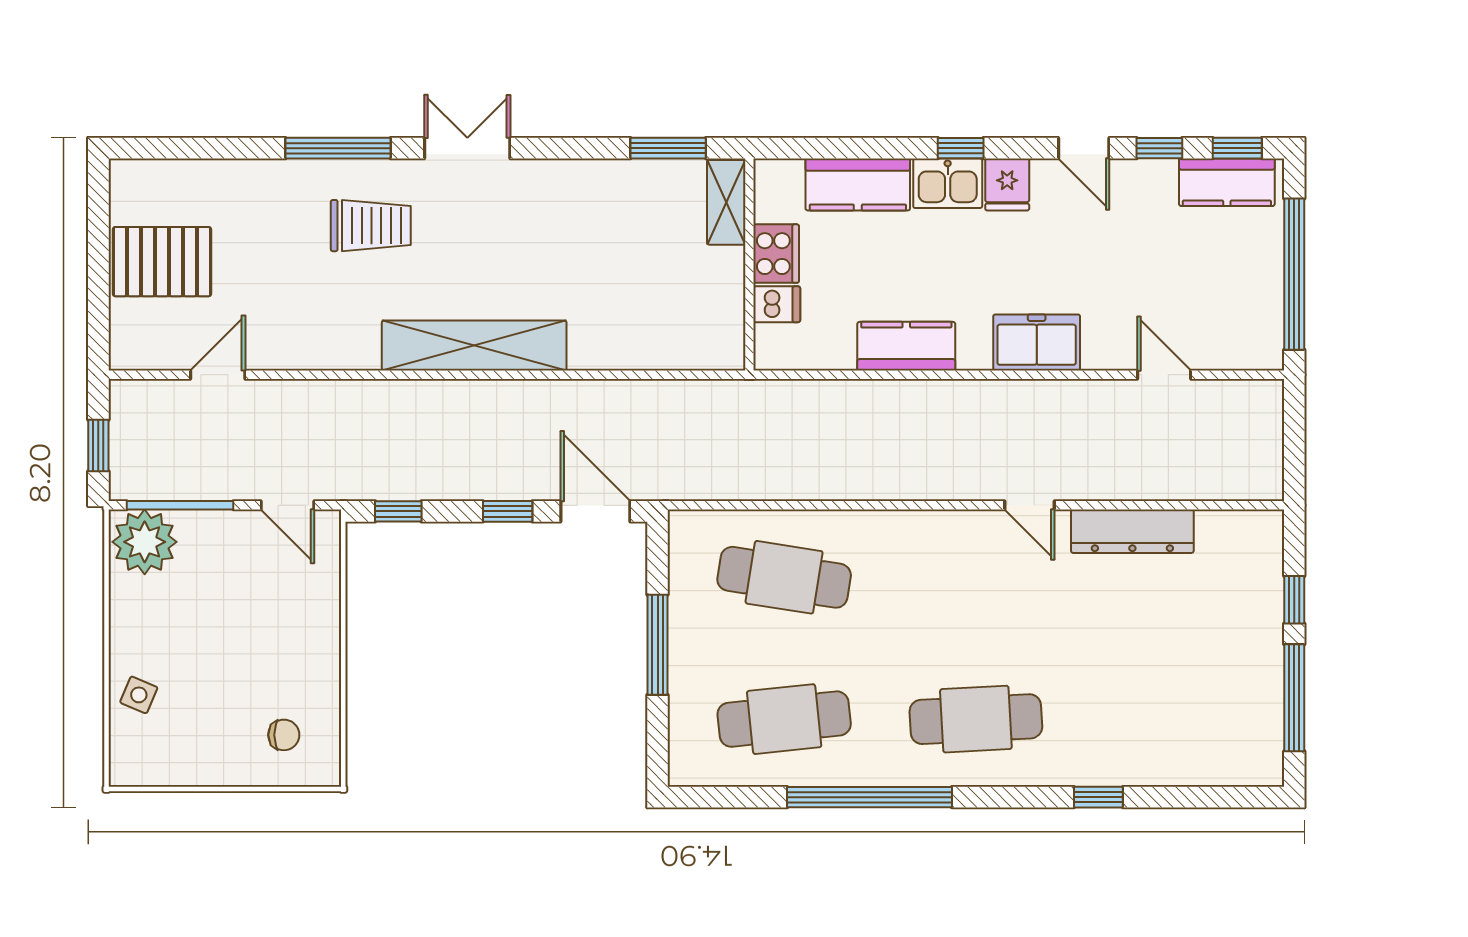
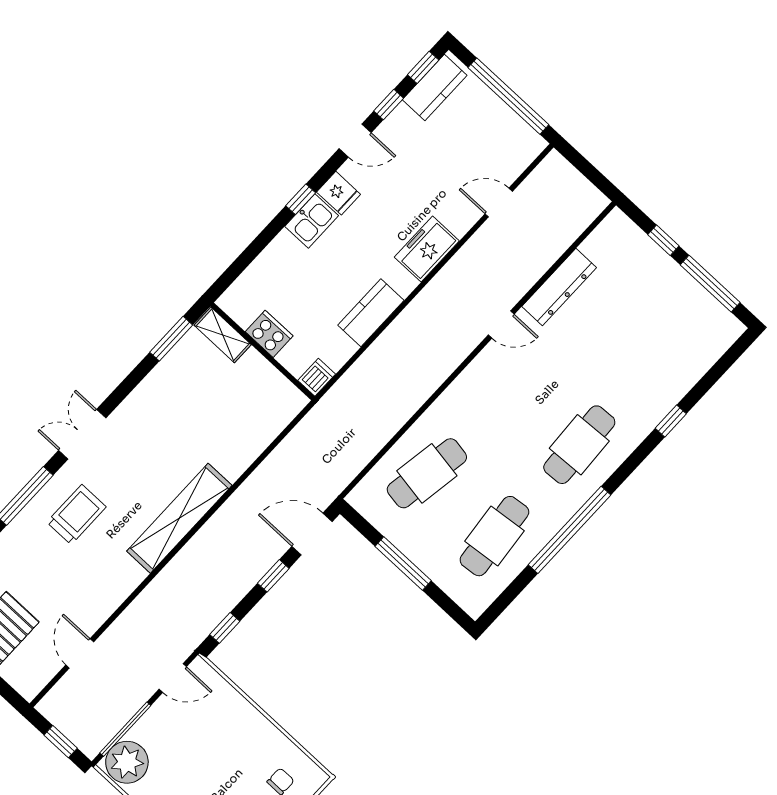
kitchen counter: (858, 184) -> (272, 264), removed
dishwasher: (777, 304) -> (317, 377), moved

